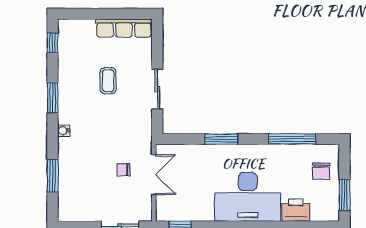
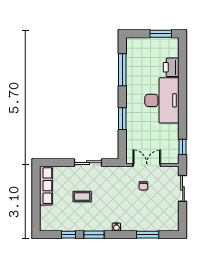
window: (53, 43) -> (68, 235), moved
chair: (321, 171) -> (144, 50), removed

